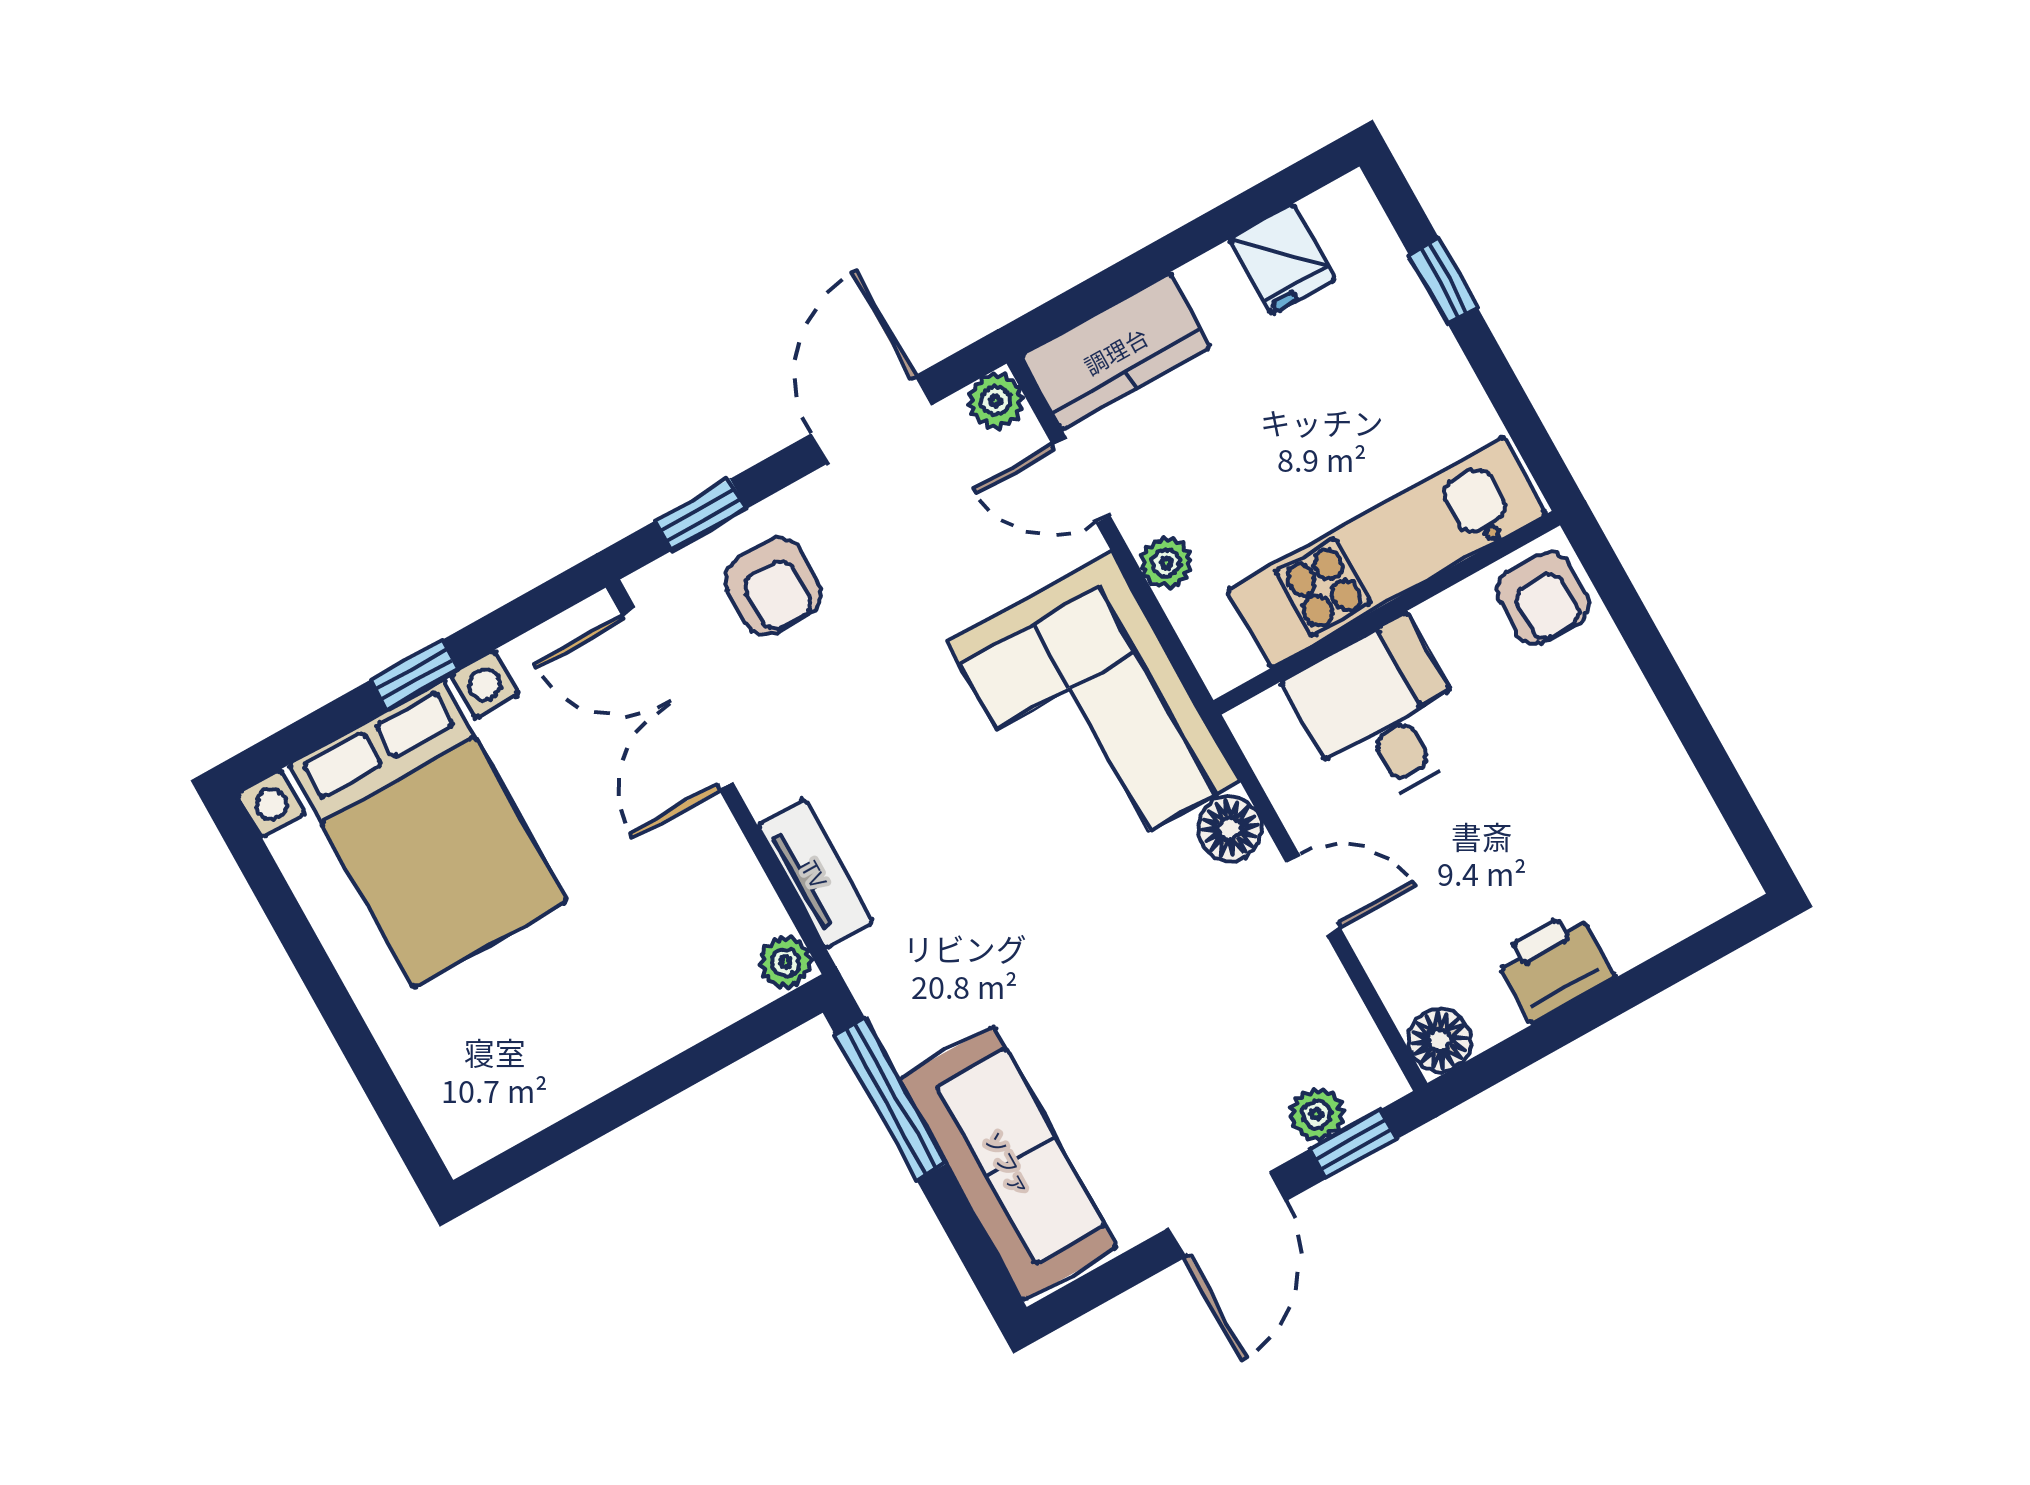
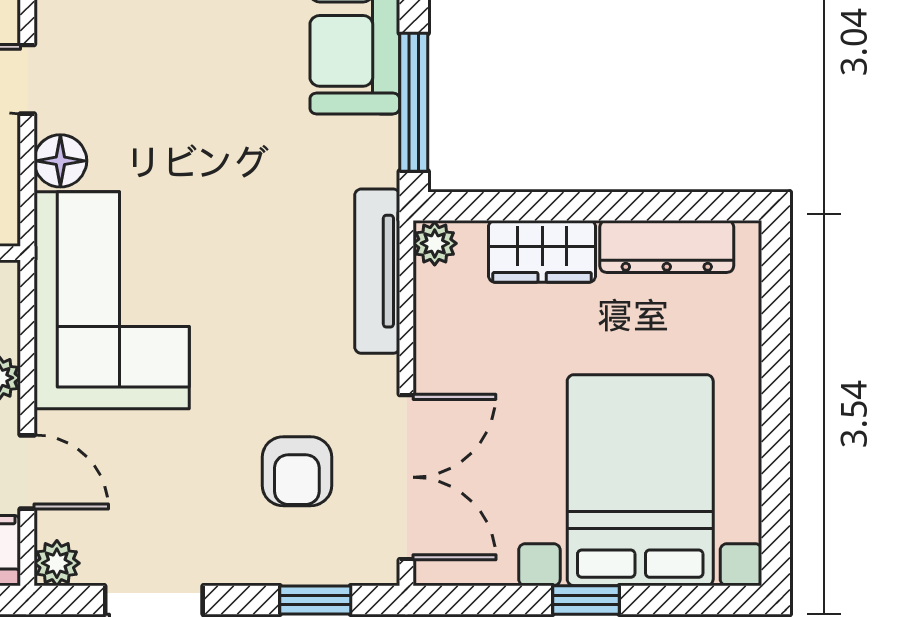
armchair: (773, 586) -> (297, 471), moved, turned 180
tv unit: (815, 874) -> (377, 271), width x1.41
wardrobe: (667, 1017) -> (542, 251), added
dresser: (538, 1096) -> (667, 246), added

